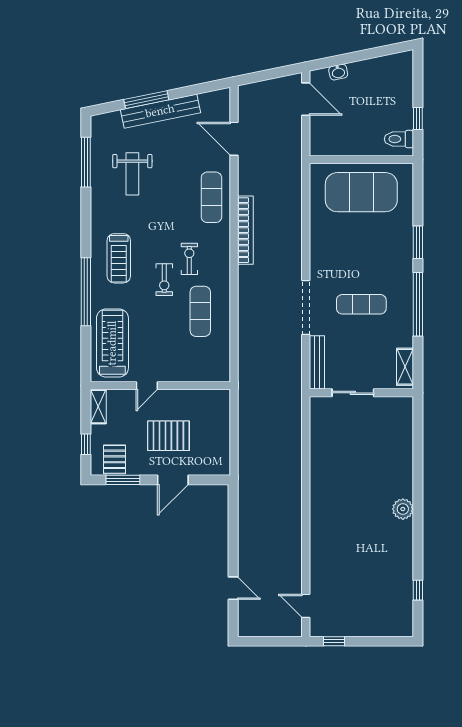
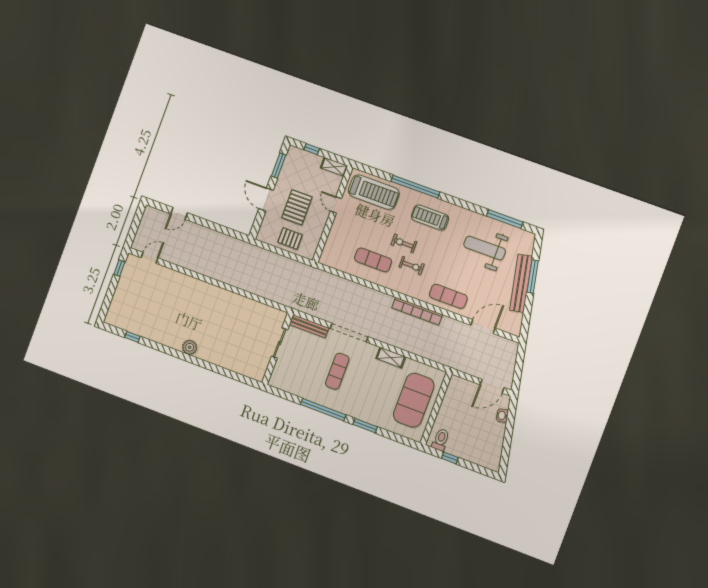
weight bench: (132, 174) -> (485, 248), width x1.36, depth x1.33
shelving: (405, 367) -> (391, 358), moved
pallet: (114, 459) -> (290, 238), moved

